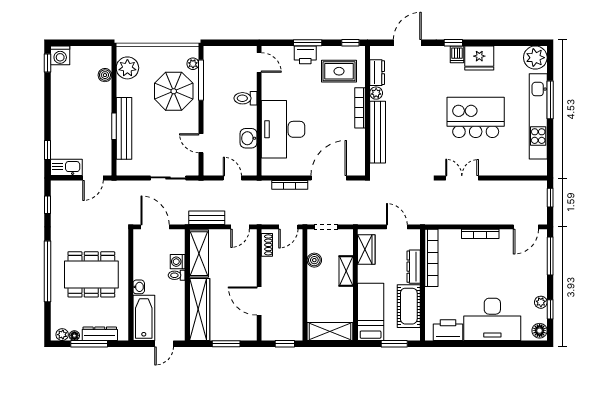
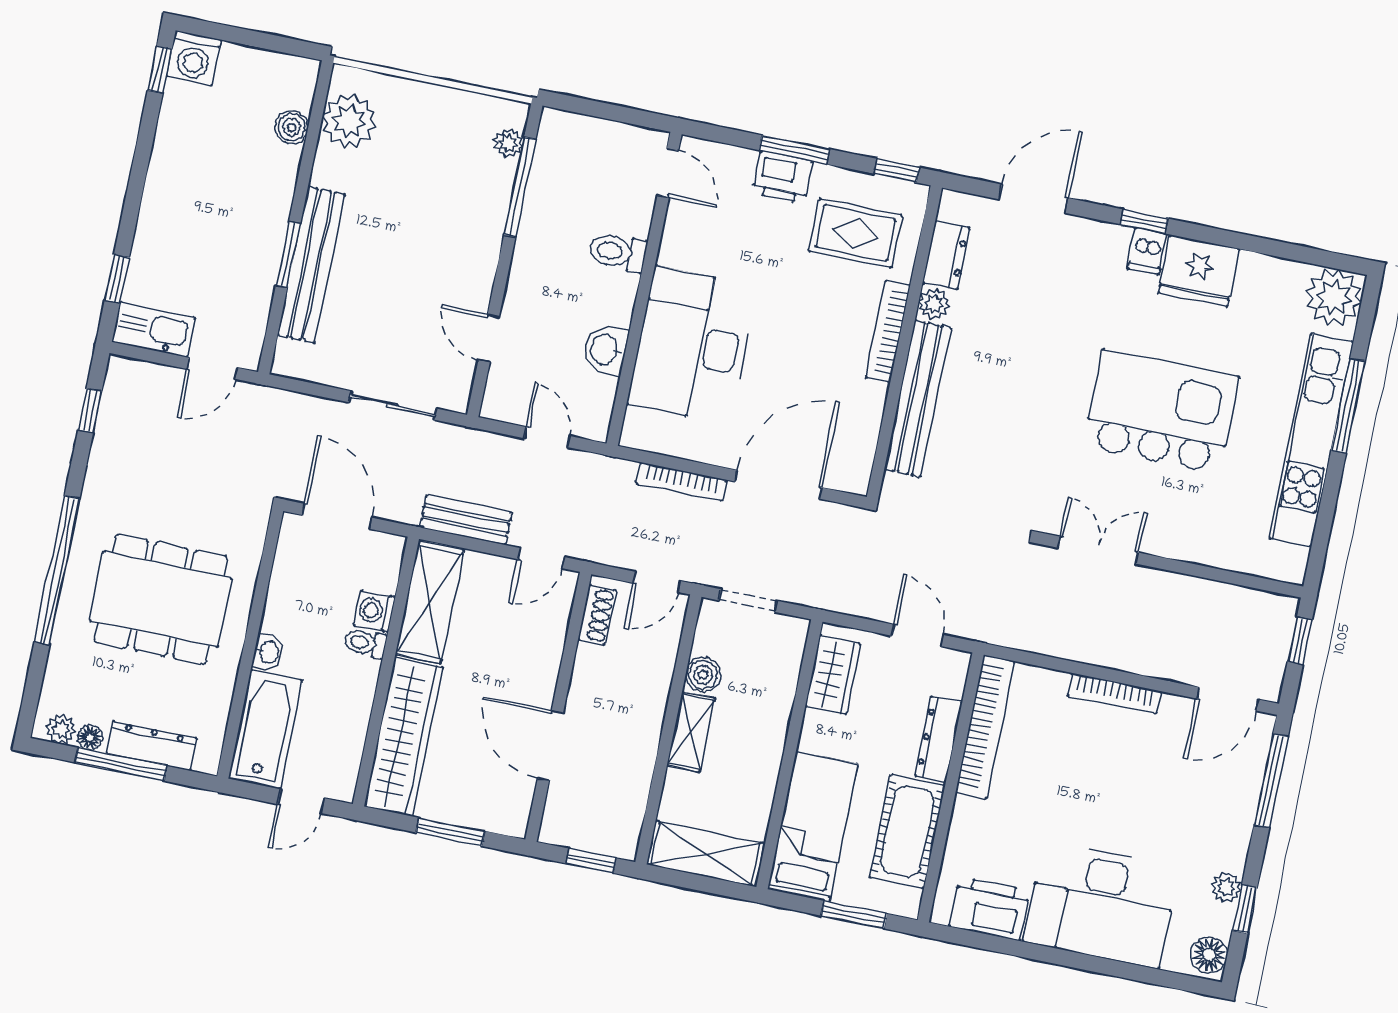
parasol: (174, 91) -> (449, 200), removed
shelving: (346, 271) -> (691, 732), moved

